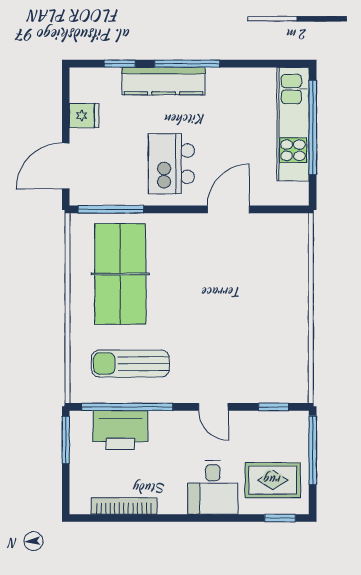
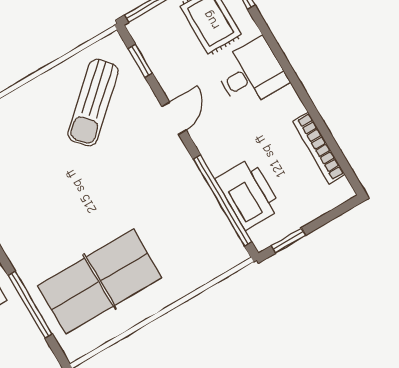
window: (111, 209) -> (30, 305), moved
sun lounger: (130, 363) -> (93, 103), moved, turned 48
window: (66, 440) -> (288, 240), width x0.67

